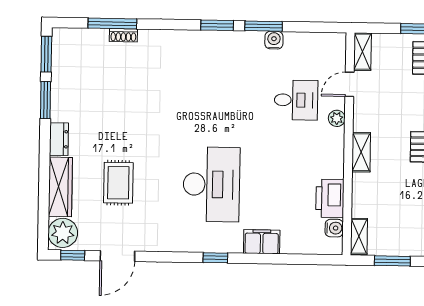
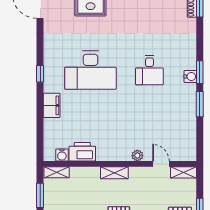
water cooler: (274, 40) -> (190, 77), moved
desk: (296, 100) -> (149, 70), moved

